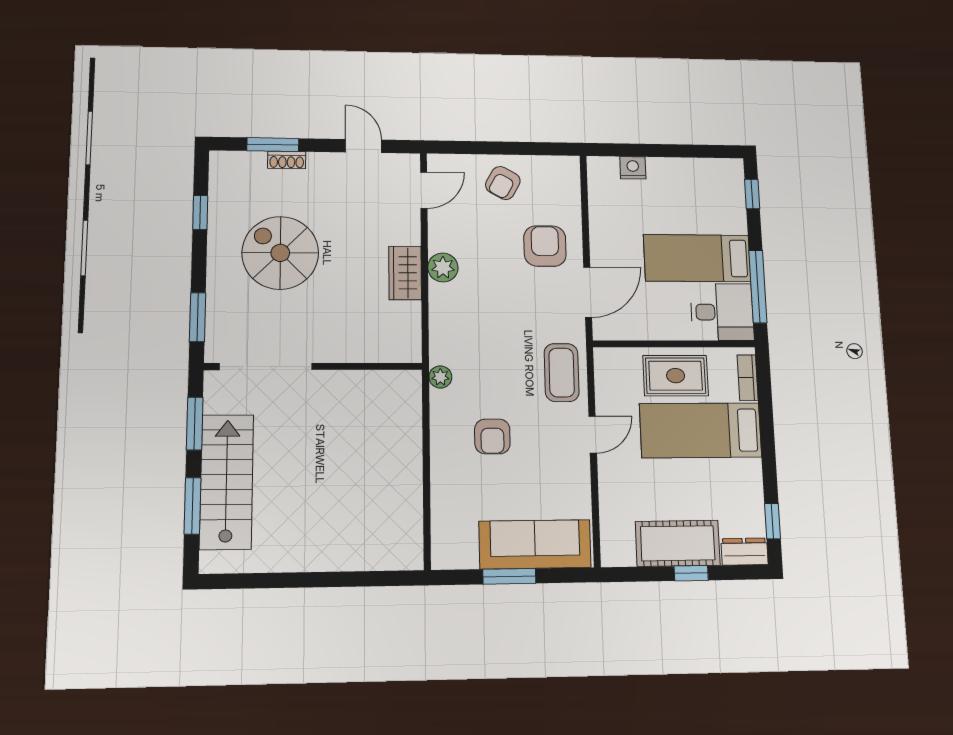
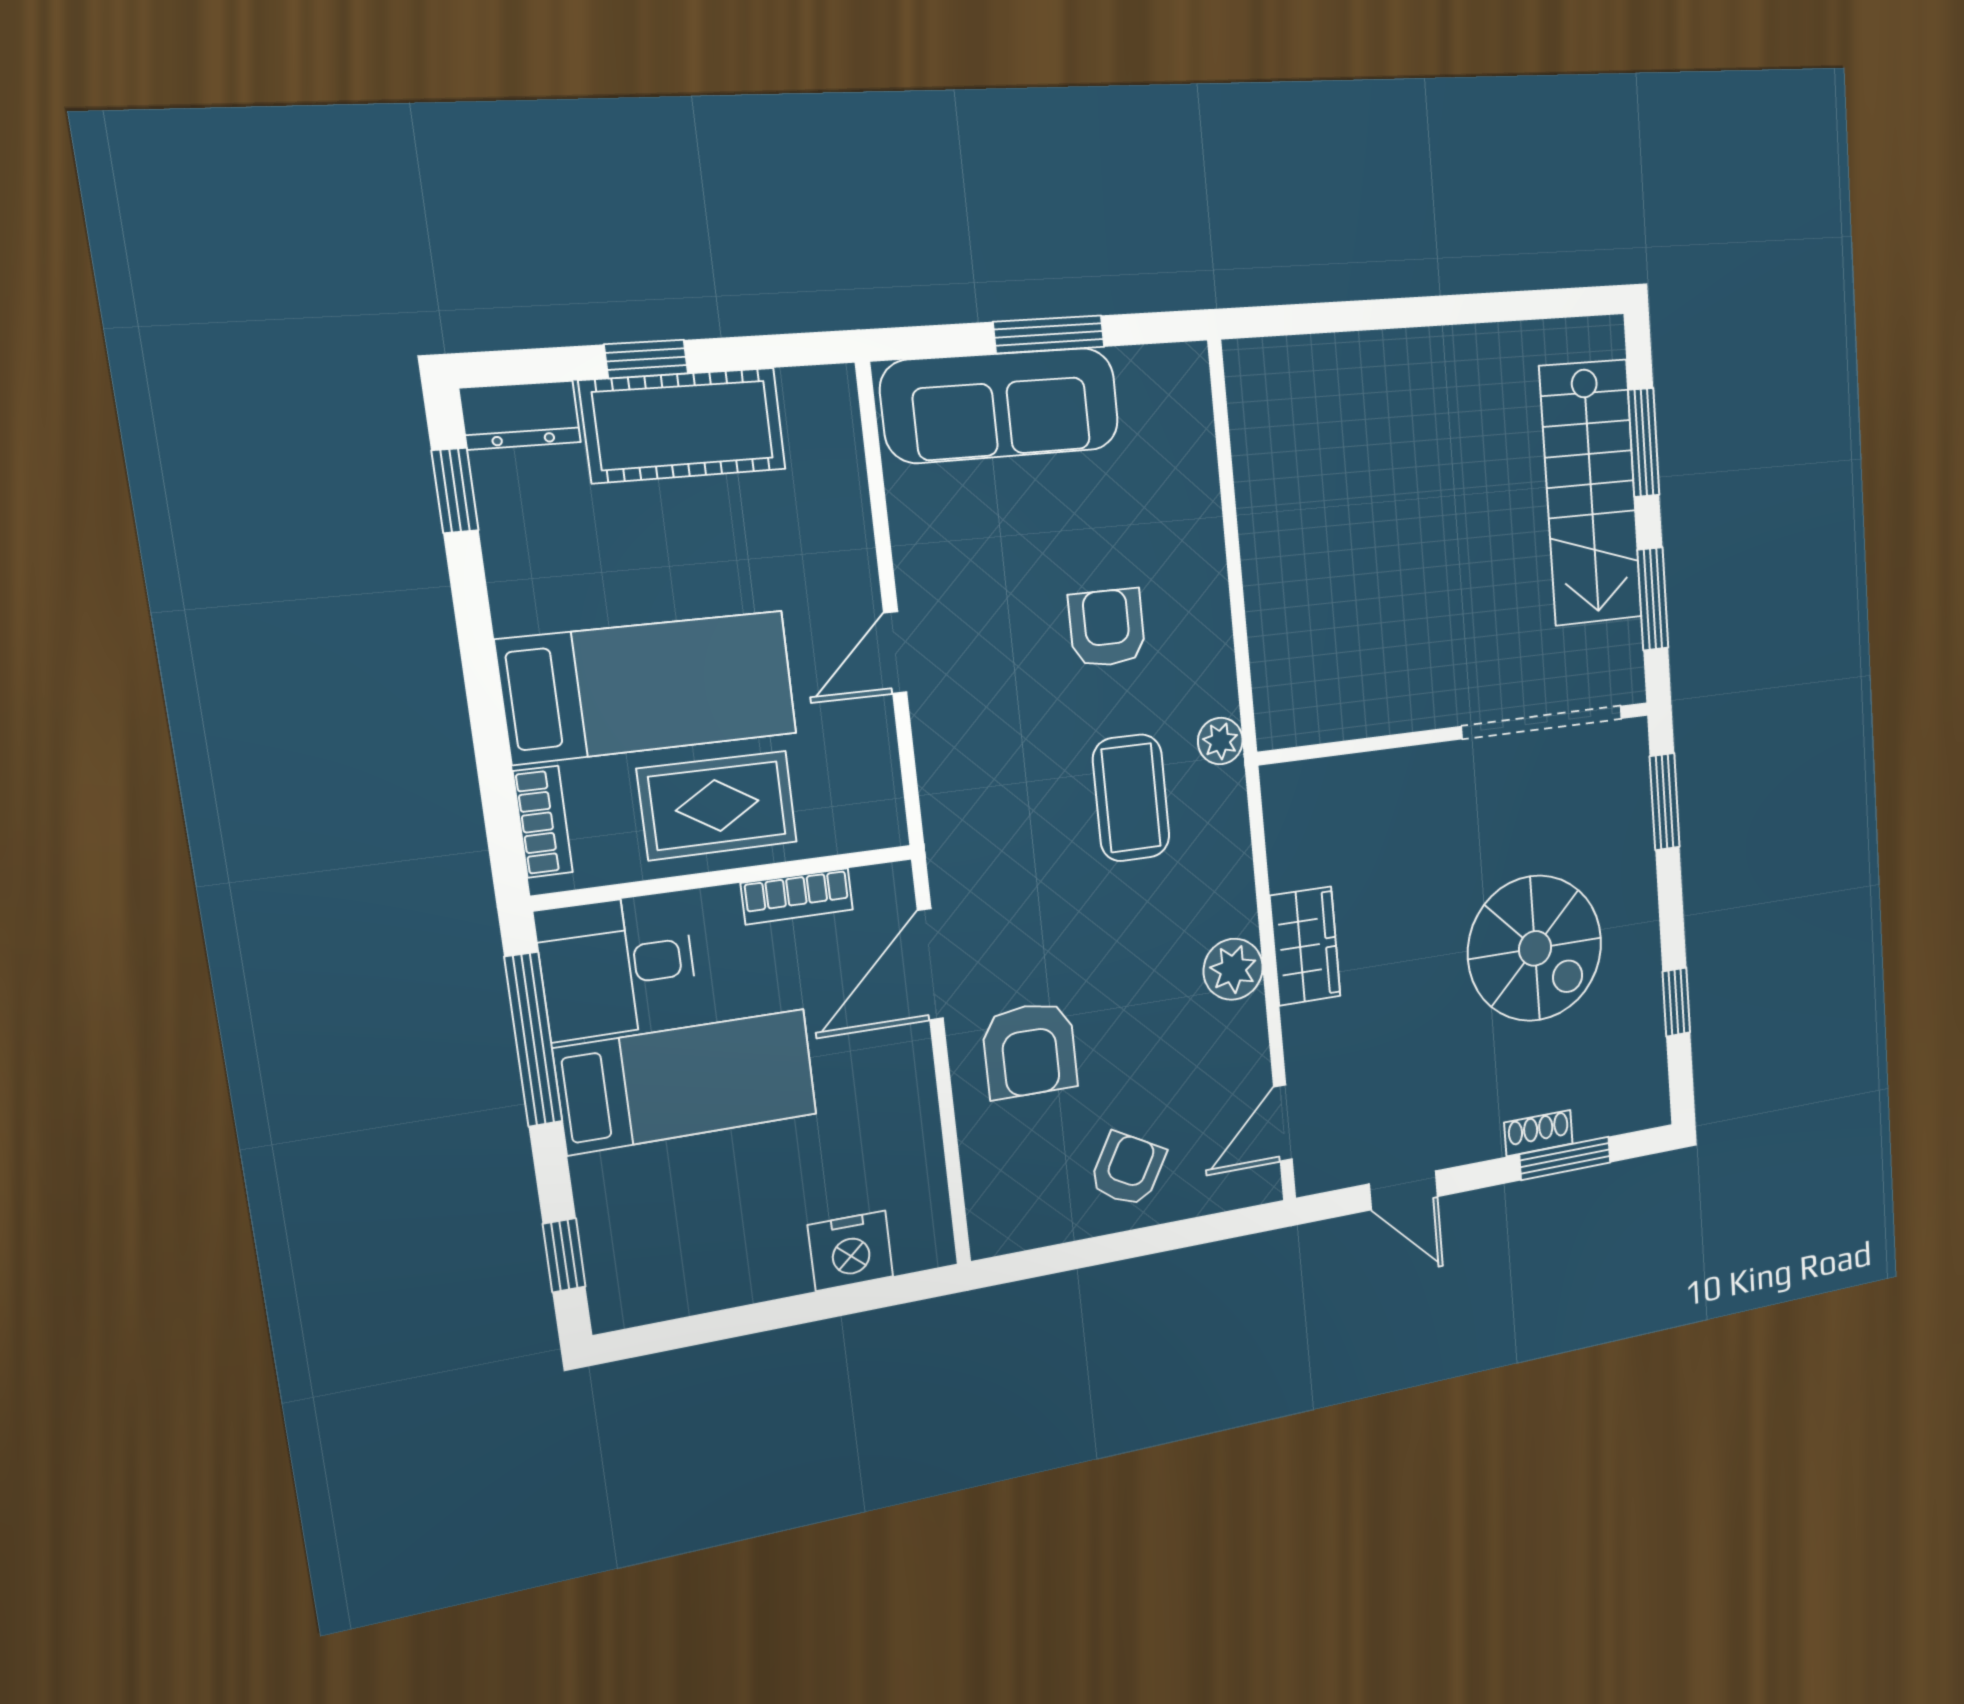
nightstand: (633, 168) -> (851, 1251), width x1.36, depth x1.33
bookcase: (644, 331) -> (797, 896), added
coffee table: (562, 373) -> (1131, 798), moved

